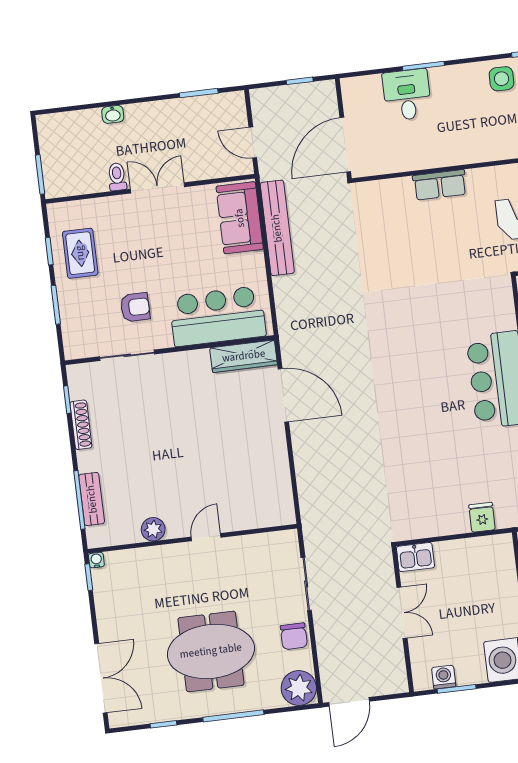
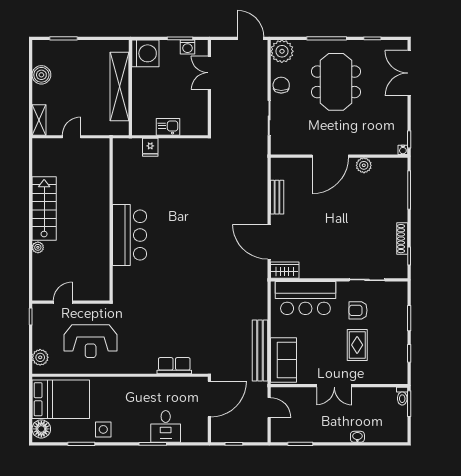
toilet: (117, 177) -> (402, 396), moved
row of seats: (440, 185) -> (174, 366), moved
rug: (80, 253) -> (357, 345), moved
wardrobe: (244, 356) -> (285, 270), width x0.67
bench: (92, 499) -> (277, 197), moved
door: (206, 537) -> (330, 156), width x1.88
kitchen sink: (415, 557) -> (168, 127), moved
double door: (402, 613) -> (209, 73), moved
meeting table: (211, 651) -> (336, 82), turned 90
door: (349, 702) -> (251, 38), hinge flipped

